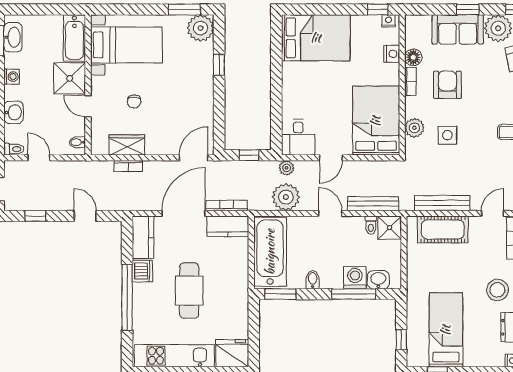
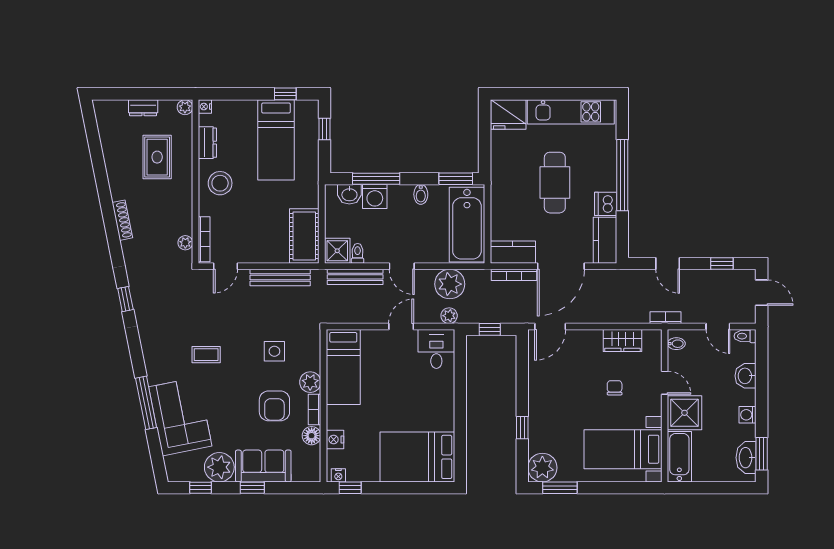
bed: (376, 121) -> (343, 367), width x0.67
plant: (414, 128) -> (310, 382), moved
bookcase: (128, 166) -> (666, 318), moved
cot: (443, 229) -> (304, 236), moved, turned 90

